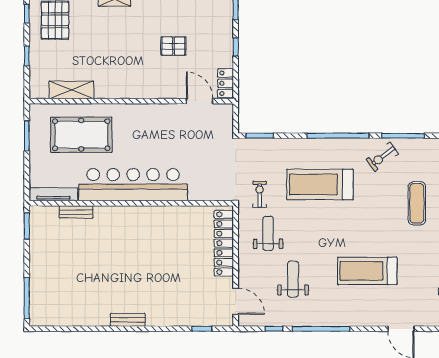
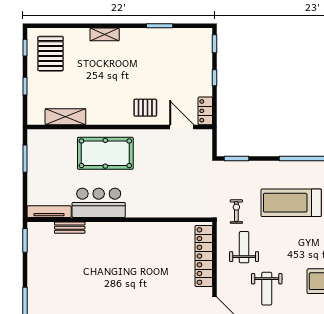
pallet: (173, 46) -> (145, 108), moved
pool table: (81, 135) -> (105, 153), moved
bar counter: (133, 185) -> (99, 203), width x0.54
weight bench: (293, 279) -> (267, 289), turned 180

